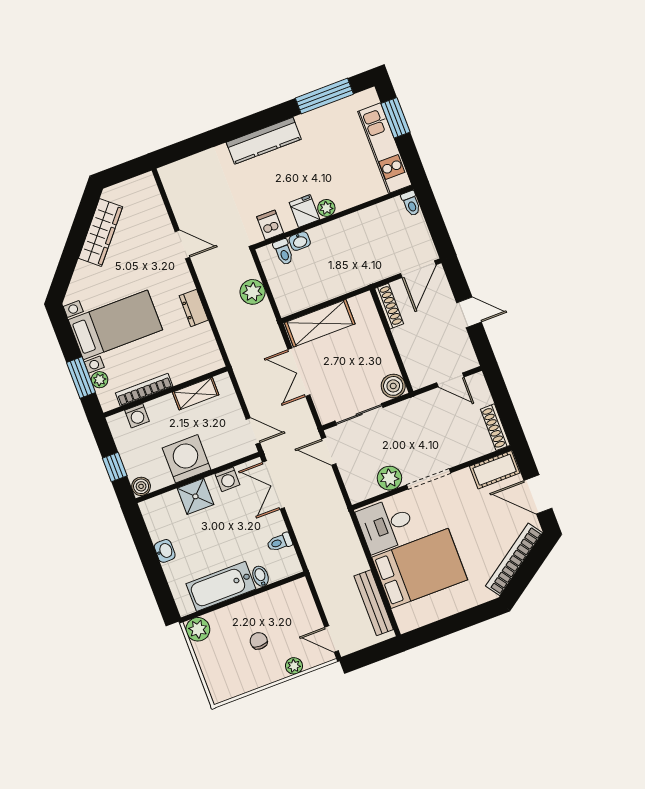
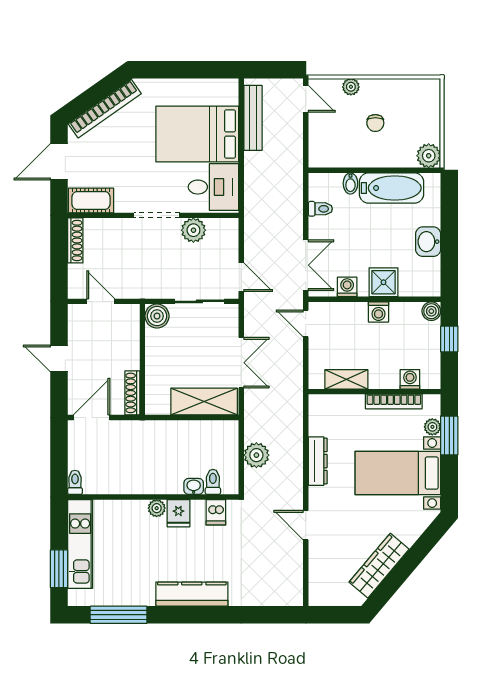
dresser: (194, 308) -> (318, 461), width x1.44
washing machine: (187, 459) -> (378, 312), width x0.53, depth x0.53
door: (538, 494) -> (59, 162), swing flipped
washbasin: (165, 551) -> (428, 242), width x1.38, depth x1.45

